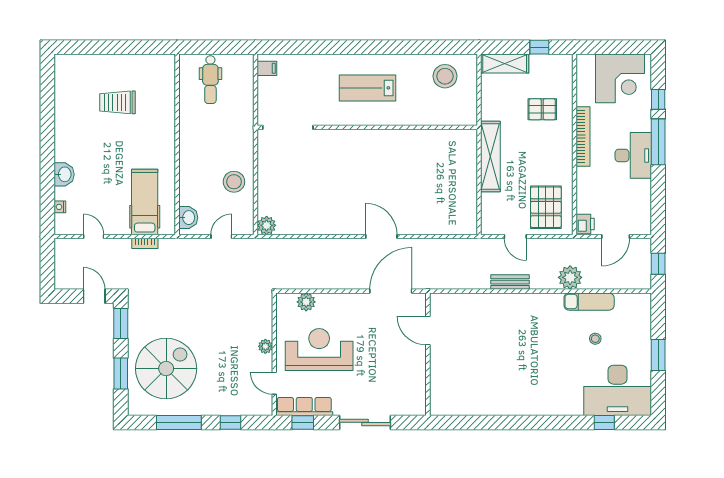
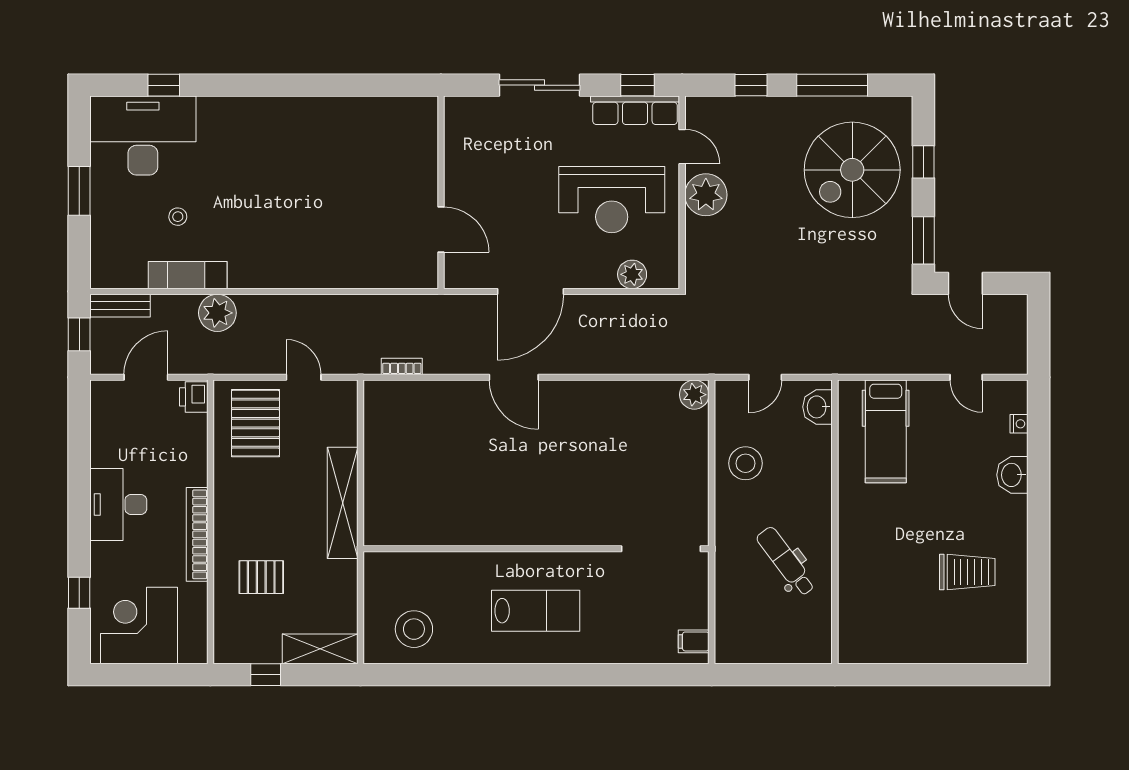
dental chair: (210, 80) -> (786, 561), moved, turned -37
trolley: (117, 102) -> (967, 572), moved
window: (658, 142) -> (79, 526), removed
bookcase: (145, 243) -> (402, 366), moved
bench: (510, 282) -> (120, 306), moved
door: (391, 291) -> (530, 291), moved
plant: (265, 346) -> (706, 195), width x1.88, depth x1.88
window: (121, 374) -> (923, 162), width x0.67

